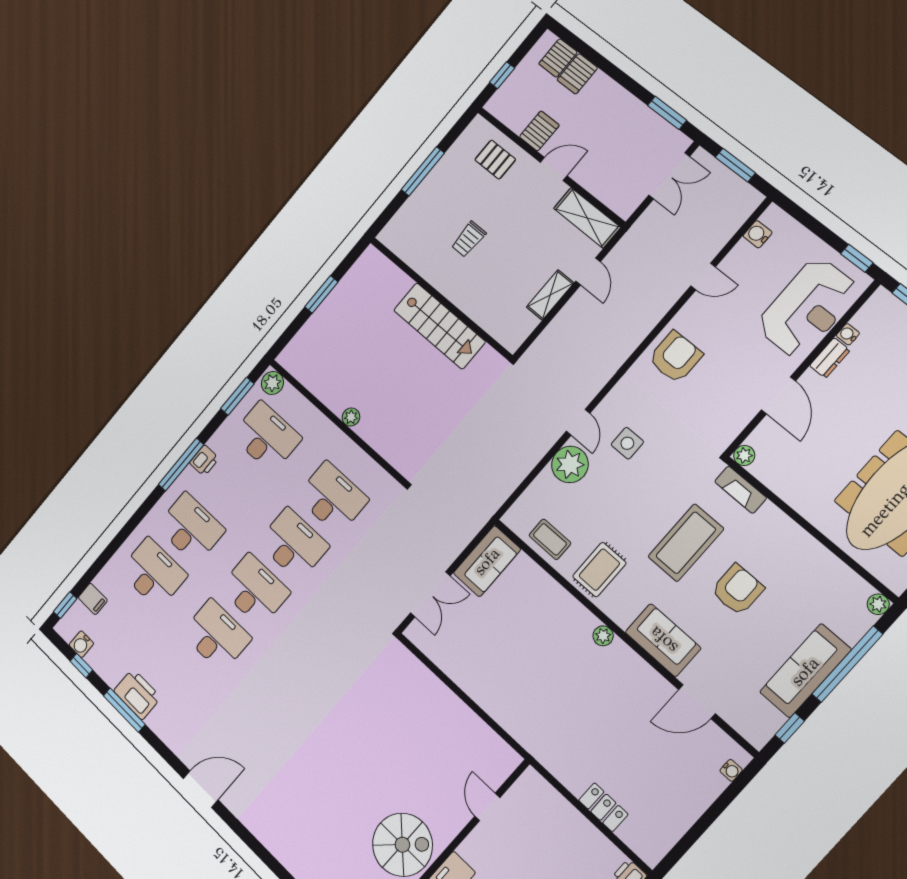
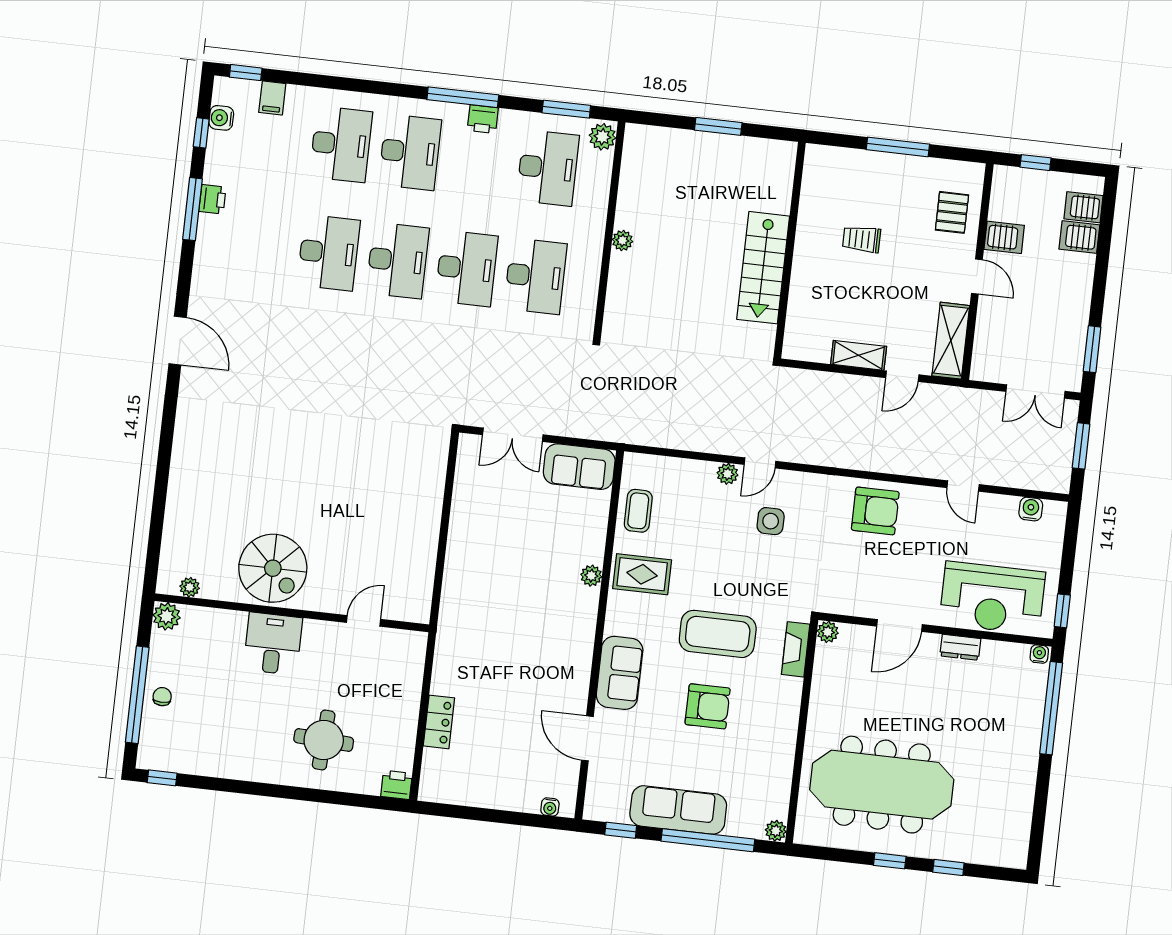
water cooler: (848, 334) -> (1039, 654), moved
plant: (570, 464) -> (728, 474), width x0.53, depth x0.53
plant: (603, 636) -> (591, 576), moved
printer: (137, 694) -> (212, 199), width x0.53, depth x0.68

